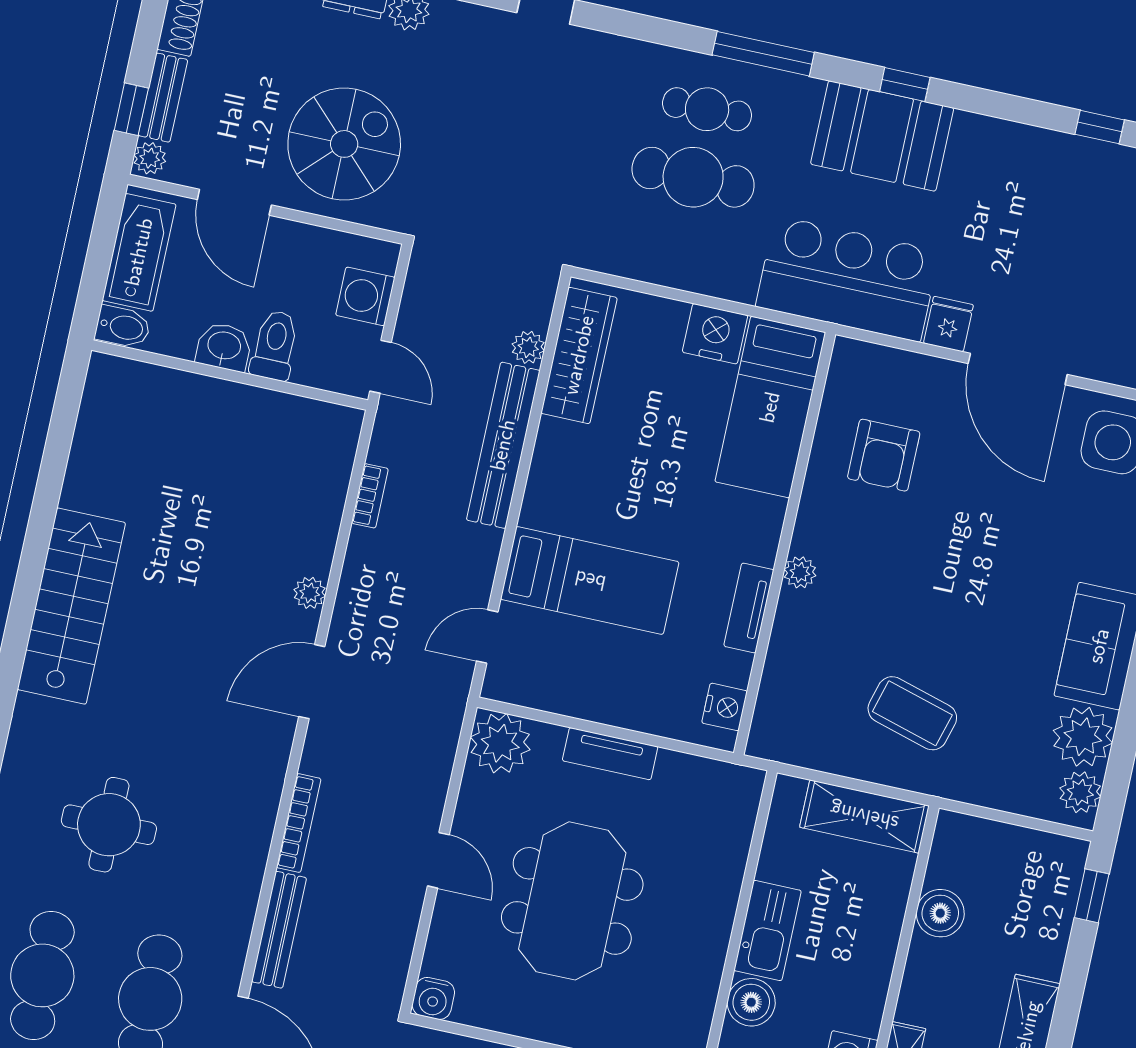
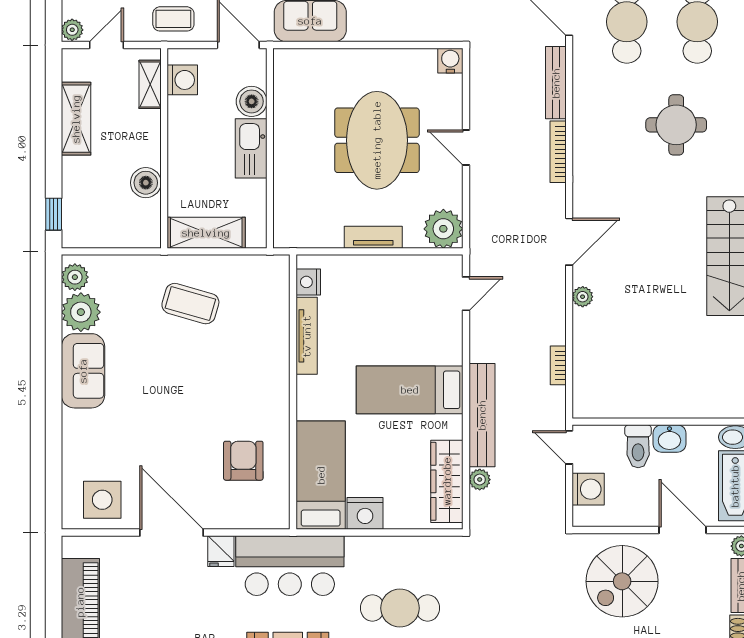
plant: (800, 572) -> (280, 376), removed
bed: (590, 580) -> (410, 390), moved
tv unit: (749, 608) -> (307, 336), width x1.41

